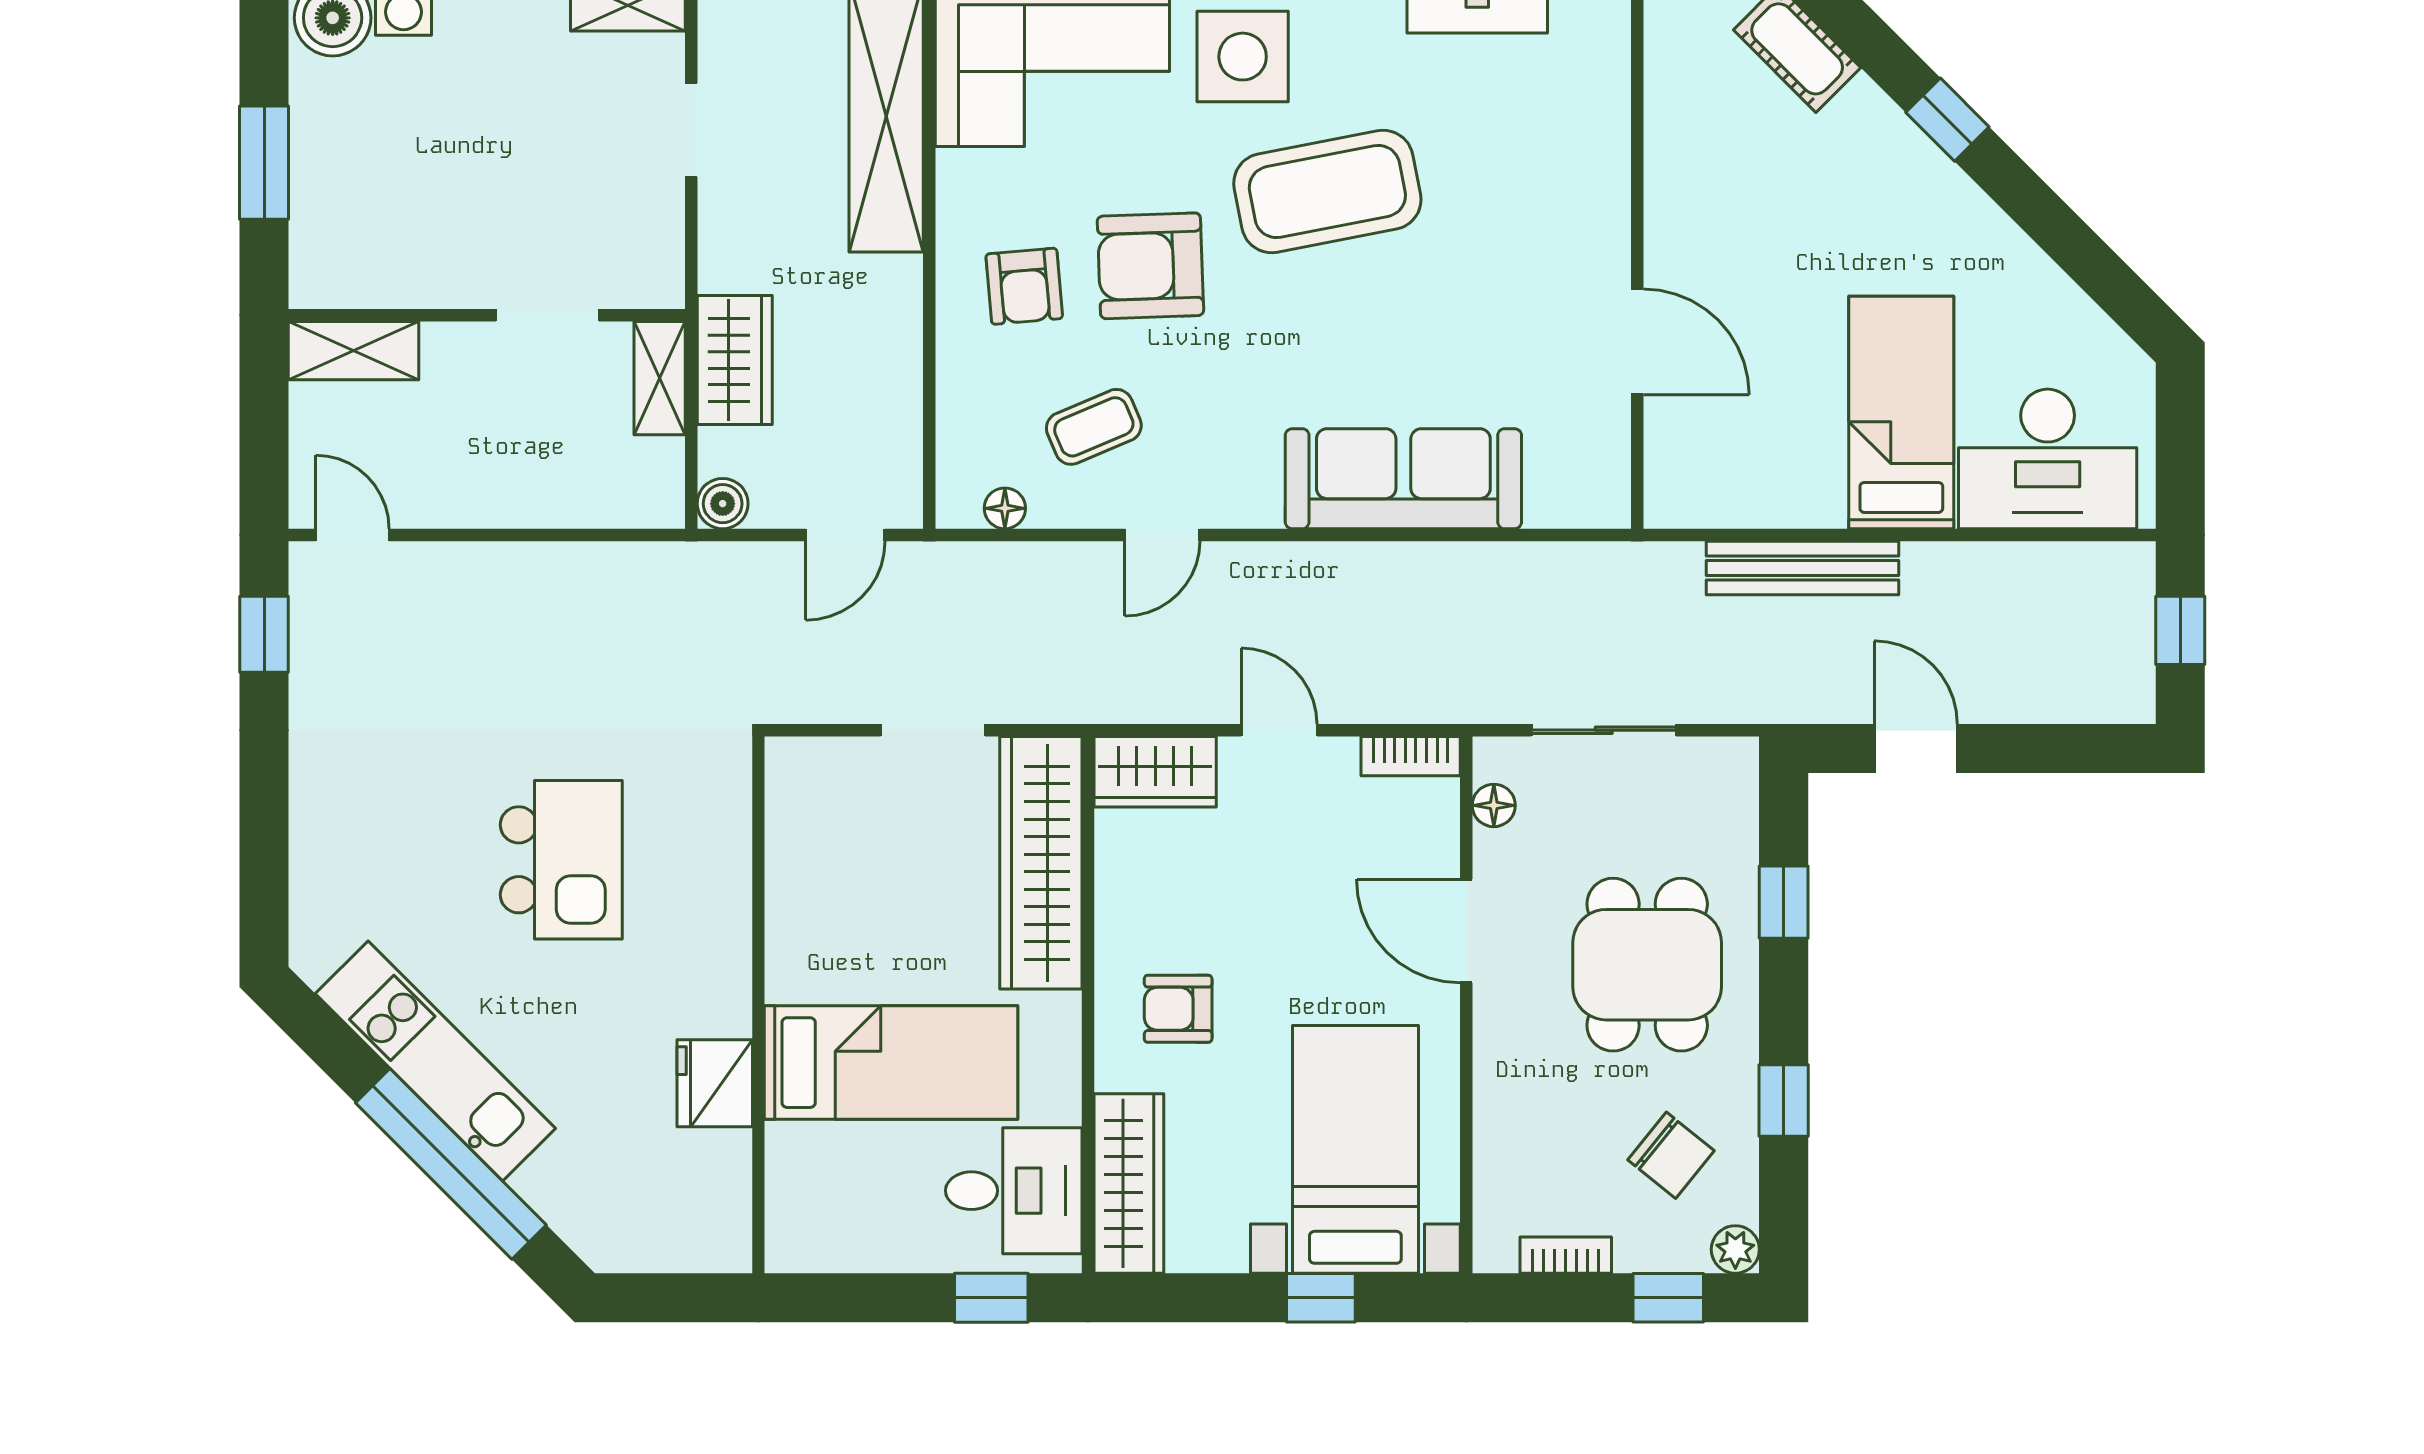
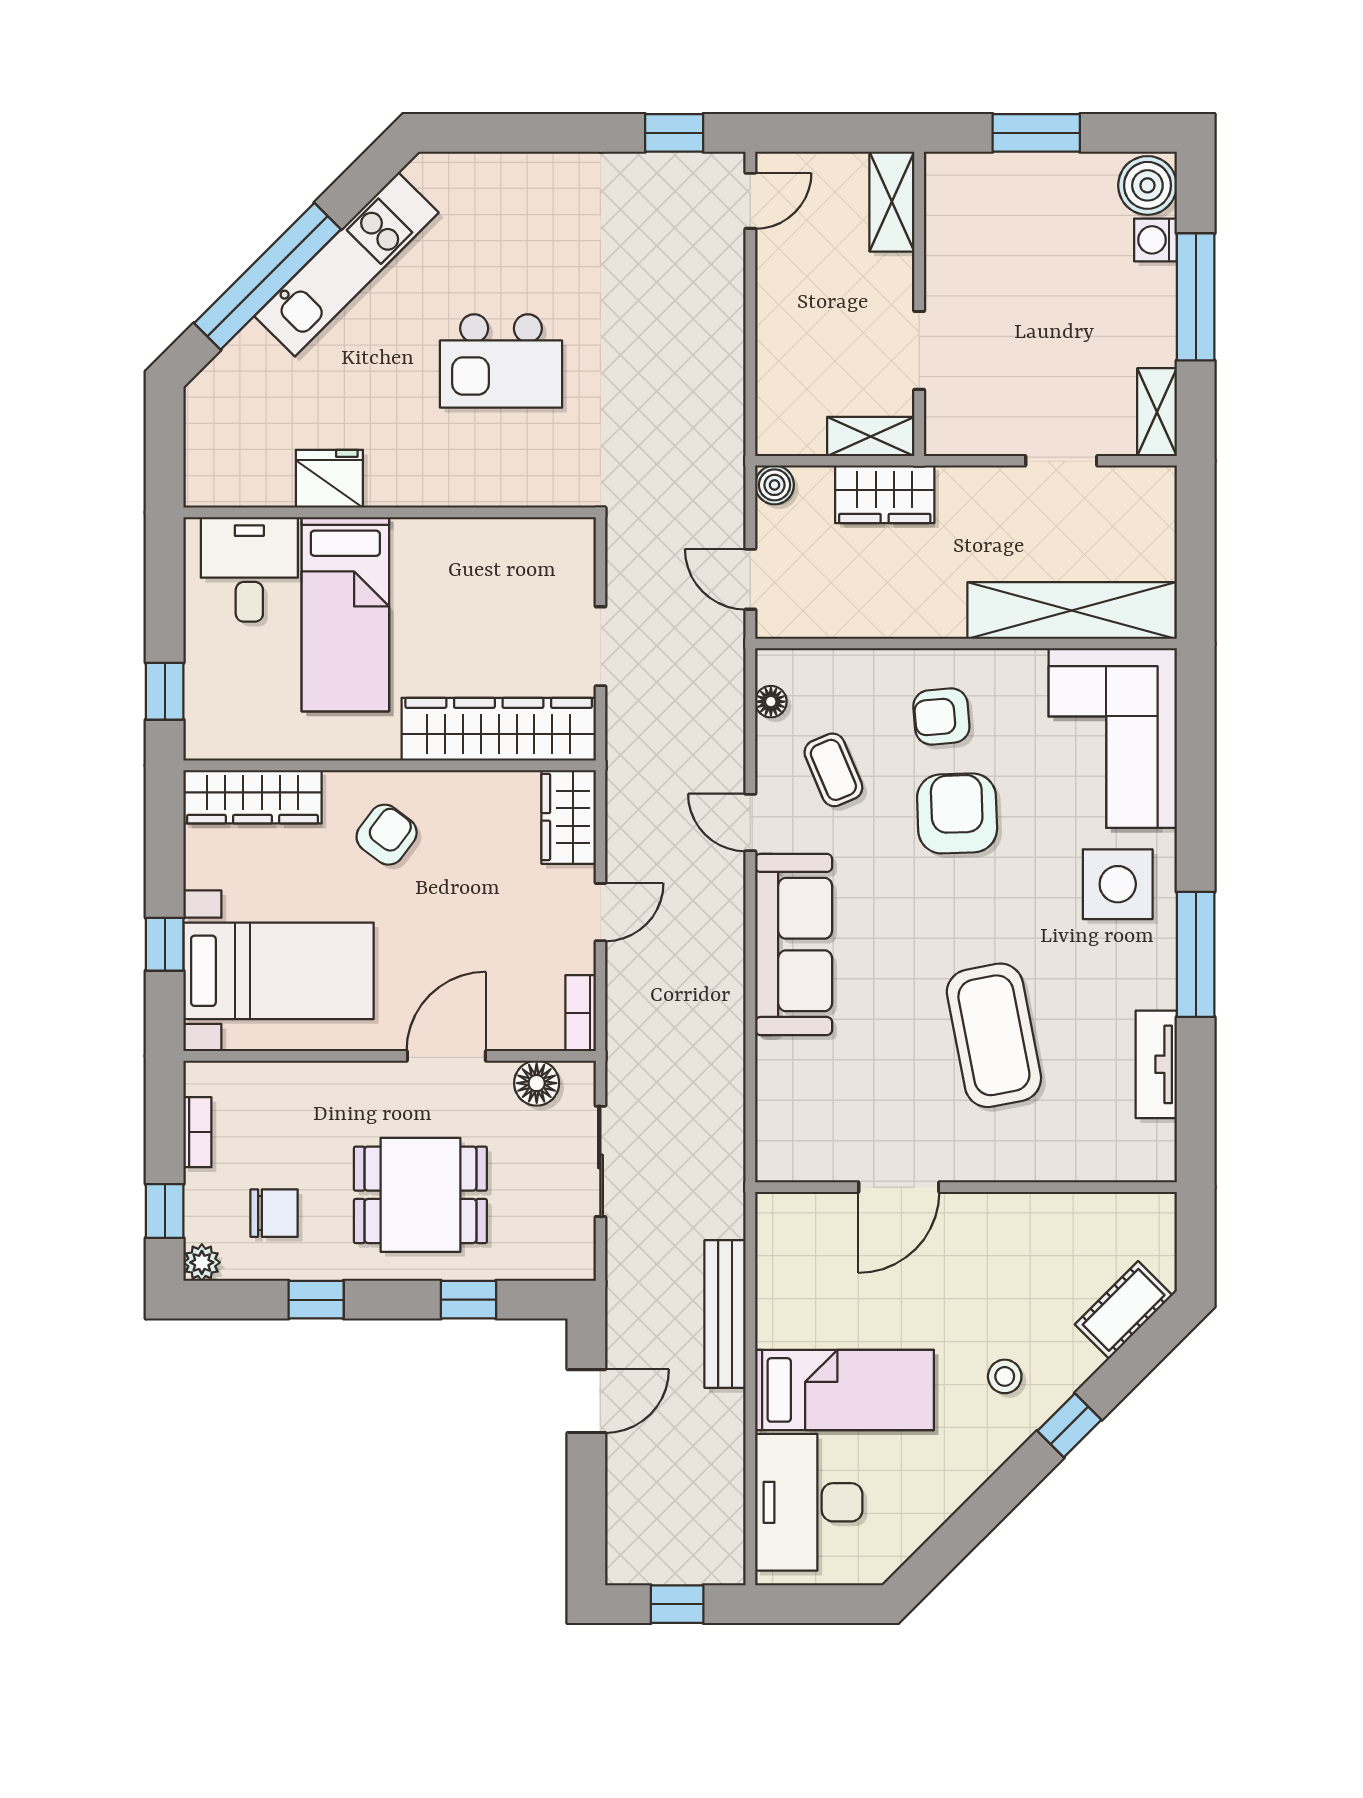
coffee table: (1327, 192) -> (994, 1035), moved
stool: (1884, 204) -> (1005, 1376), added
sofa: (1403, 479) -> (794, 944), moved
floor lamp: (1494, 805) -> (537, 1083), width x1.37, depth x1.37
armchair: (1178, 1009) -> (387, 835), turned 37
chair: (1671, 1155) -> (274, 1213), turned -129
desk: (1014, 1191) -> (249, 569), moved, turned 180

